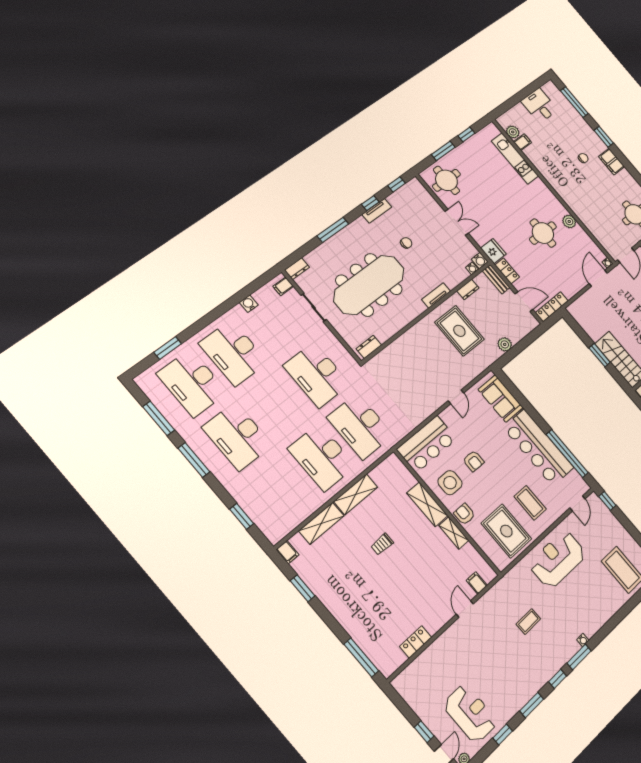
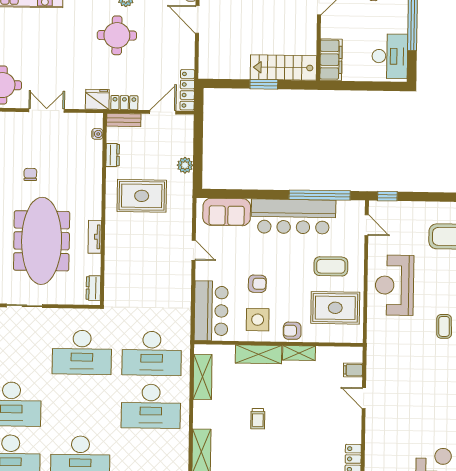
water cooler: (480, 260) -> (96, 120), removed
tv unit: (436, 295) -> (95, 237), moved
shelving: (356, 494) -> (203, 377), moved
coffee table: (528, 621) -> (444, 326), moved

